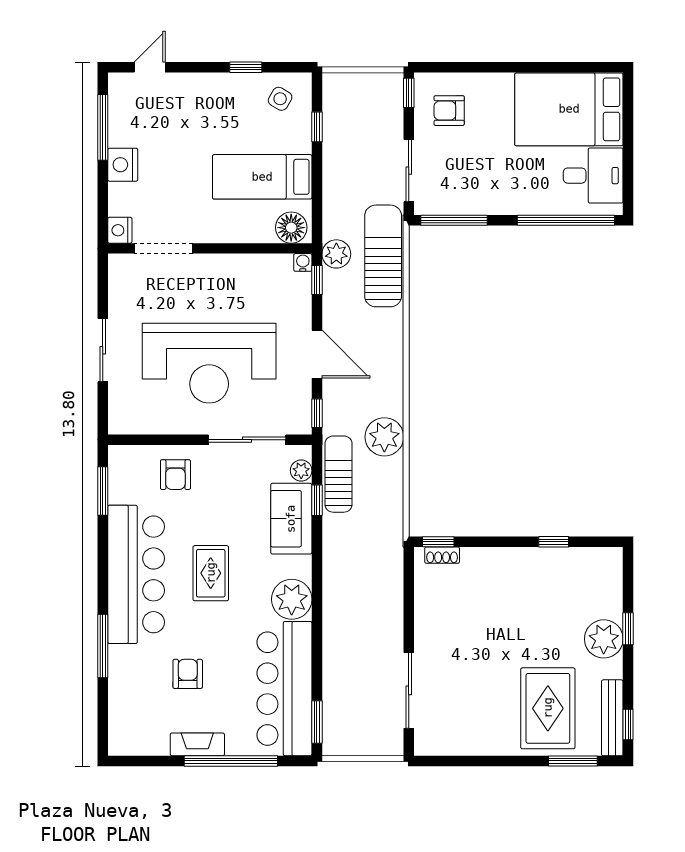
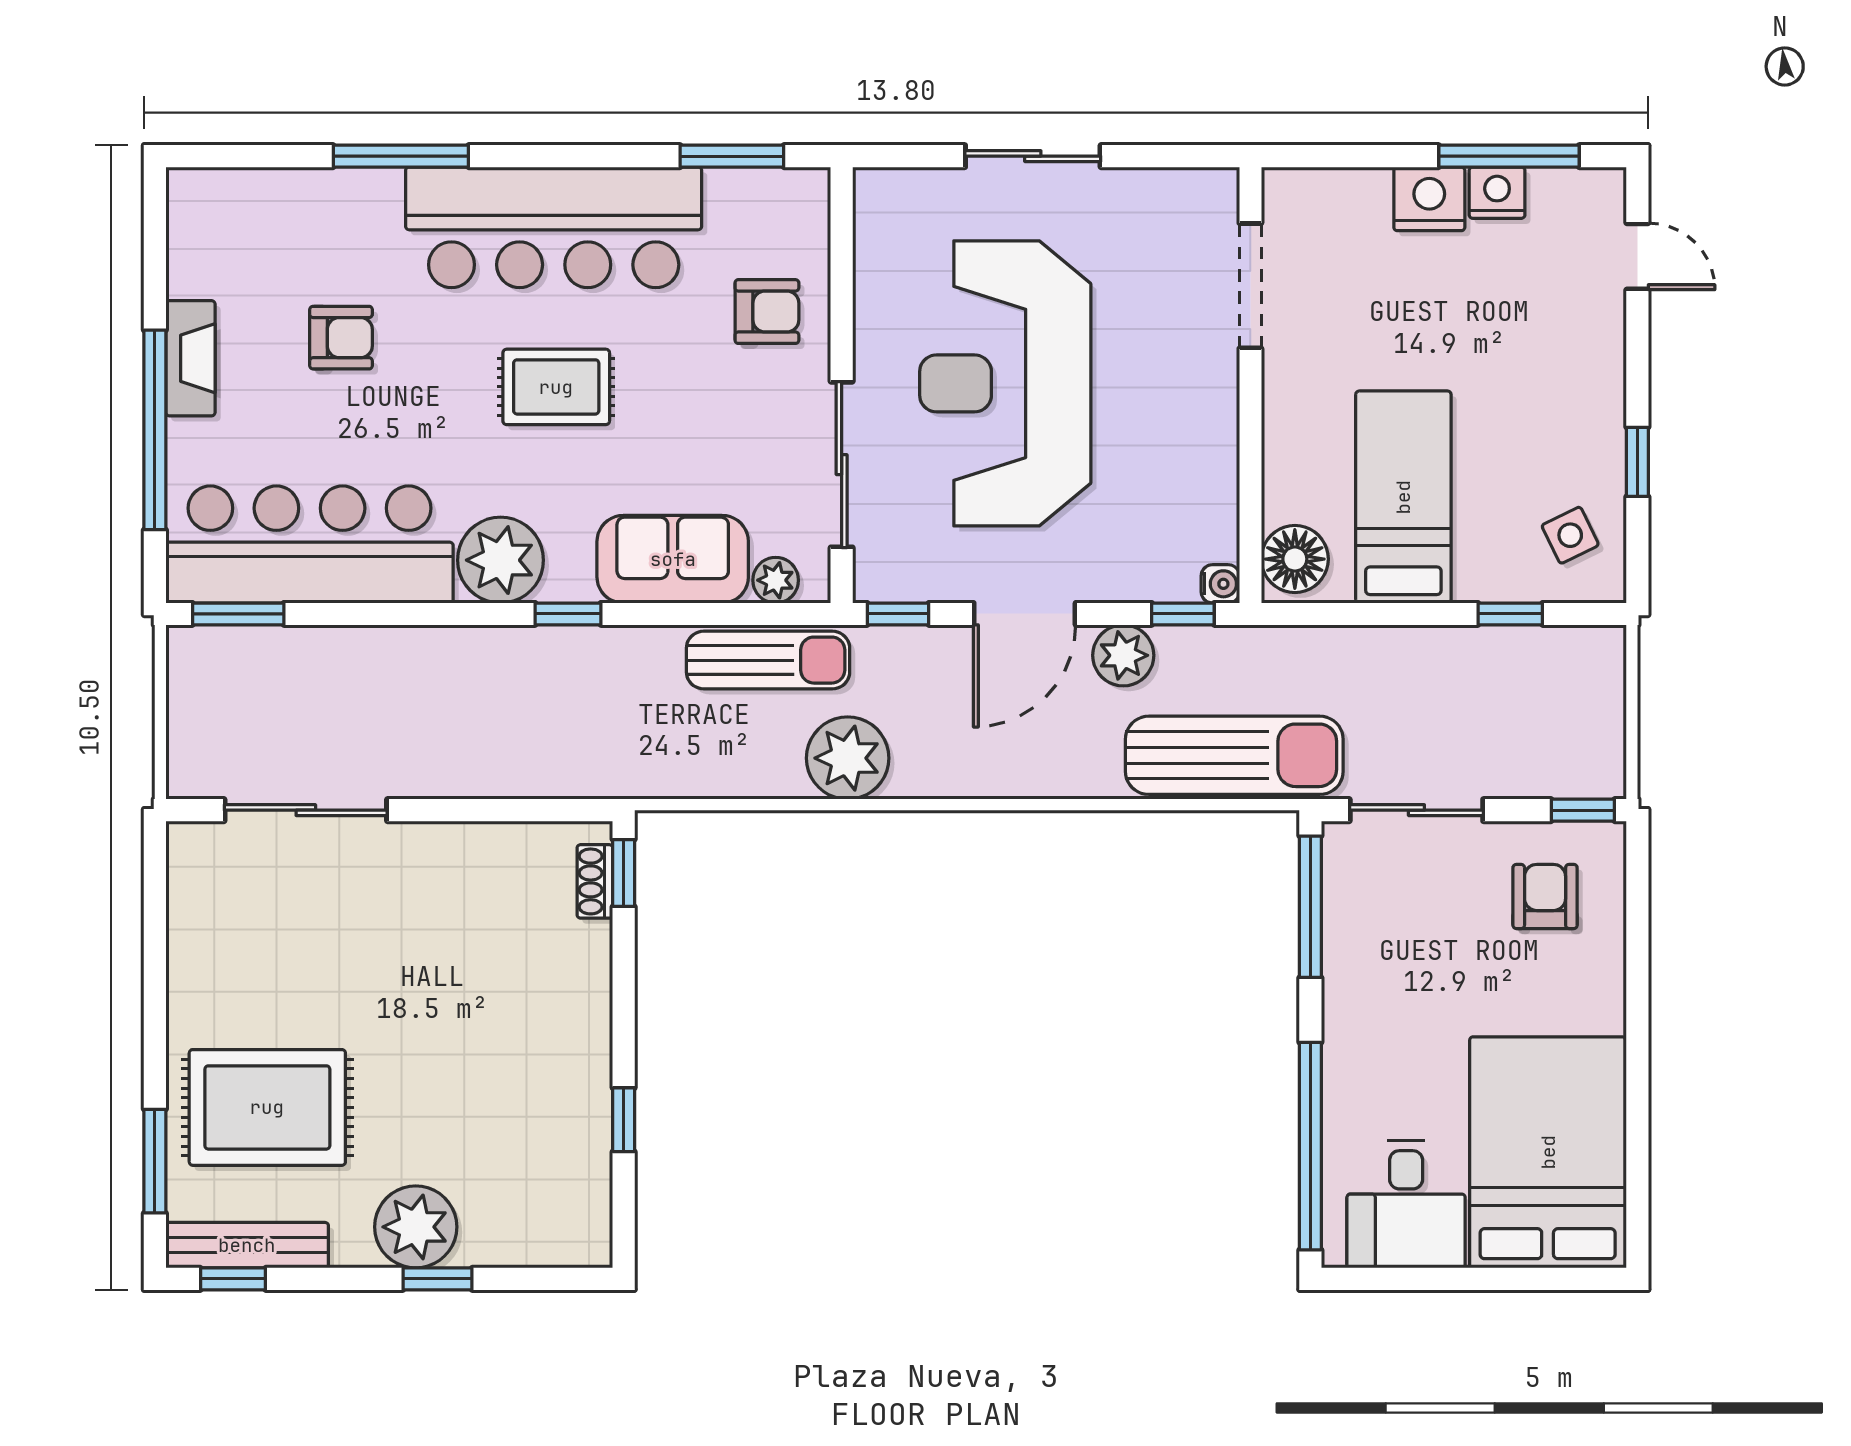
side table: (280, 99) -> (1570, 535), turned 34
nightstand: (120, 230) -> (1497, 193), moved
plant: (336, 254) -> (1123, 655), moved
armchair: (175, 475) -> (767, 312), turned 180
window: (317, 500) -> (568, 614), moved

